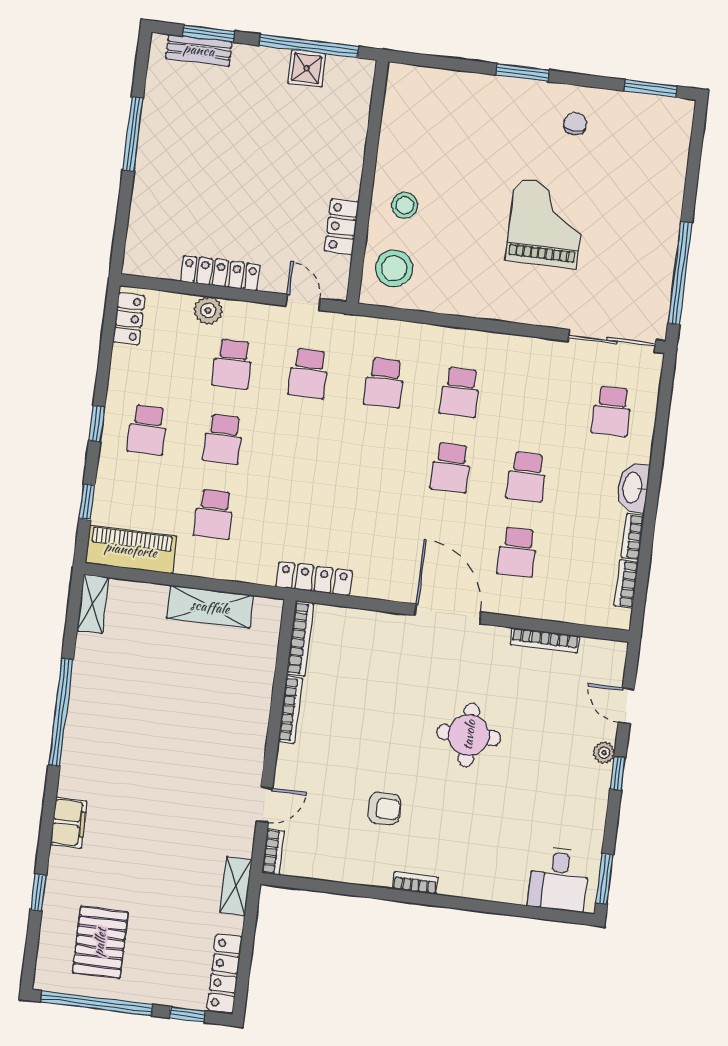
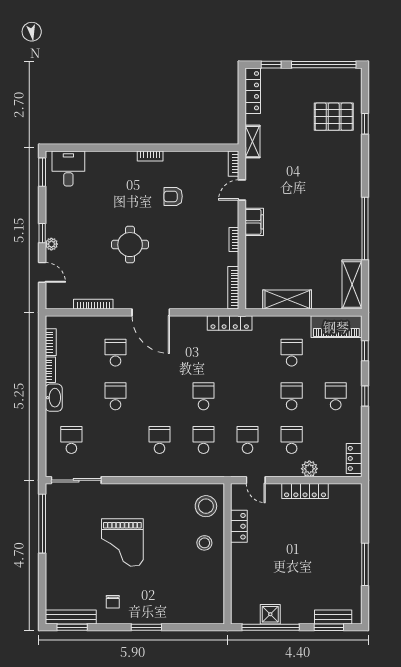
bench: (651, 107) -> (71, 617), added
school desk: (451, 467) -> (204, 396), moved
shelving: (93, 604) -> (352, 285), width x1.50, depth x1.33
bookcase: (290, 710) -> (234, 239), width x0.64
filing cabinet: (69, 823) -> (254, 222), moved, turned 180
pallet: (100, 942) -> (334, 117), moved, turned 90

